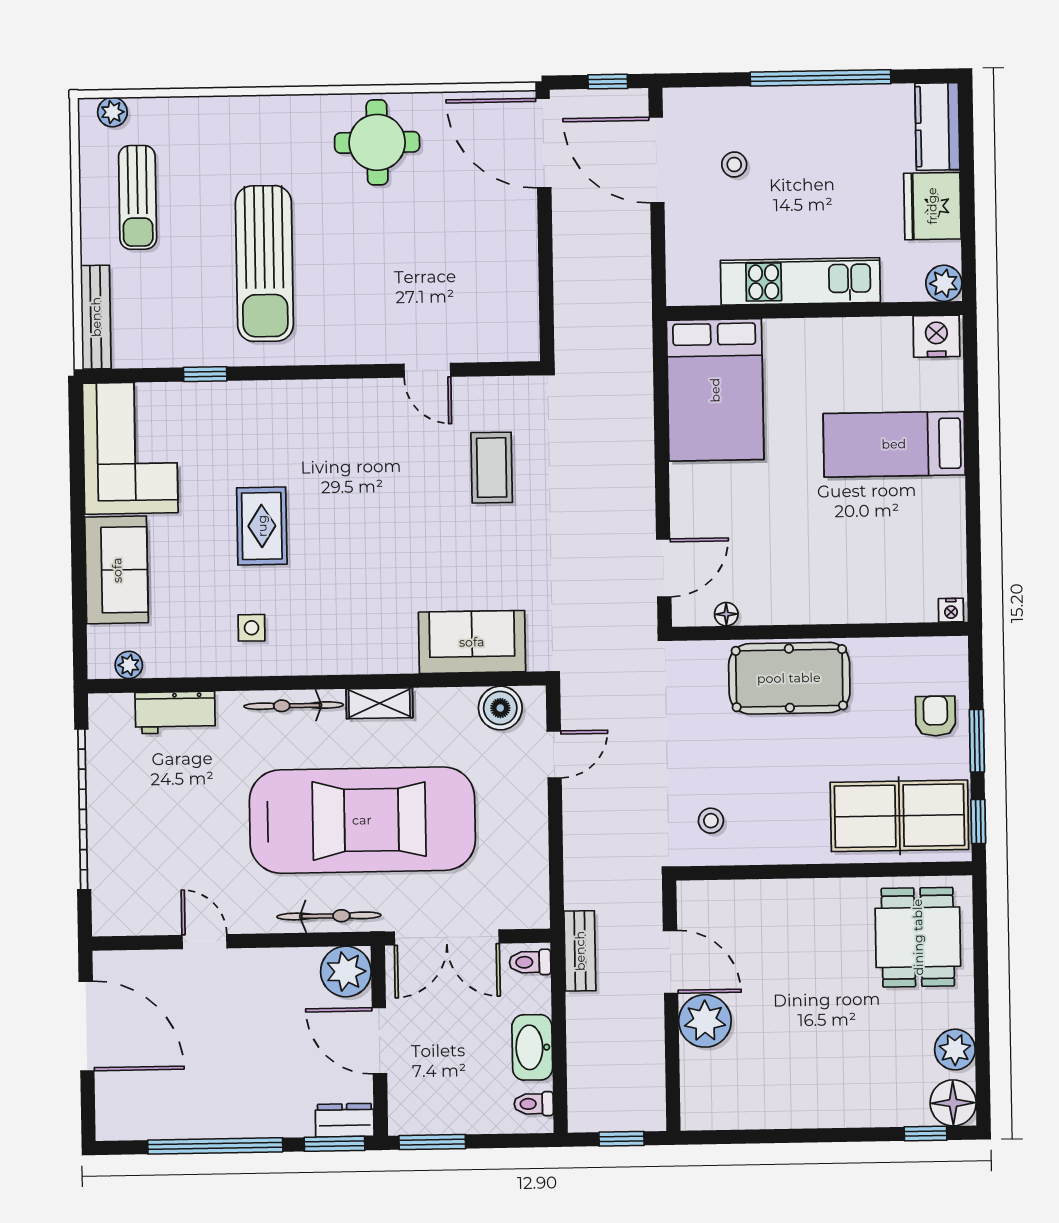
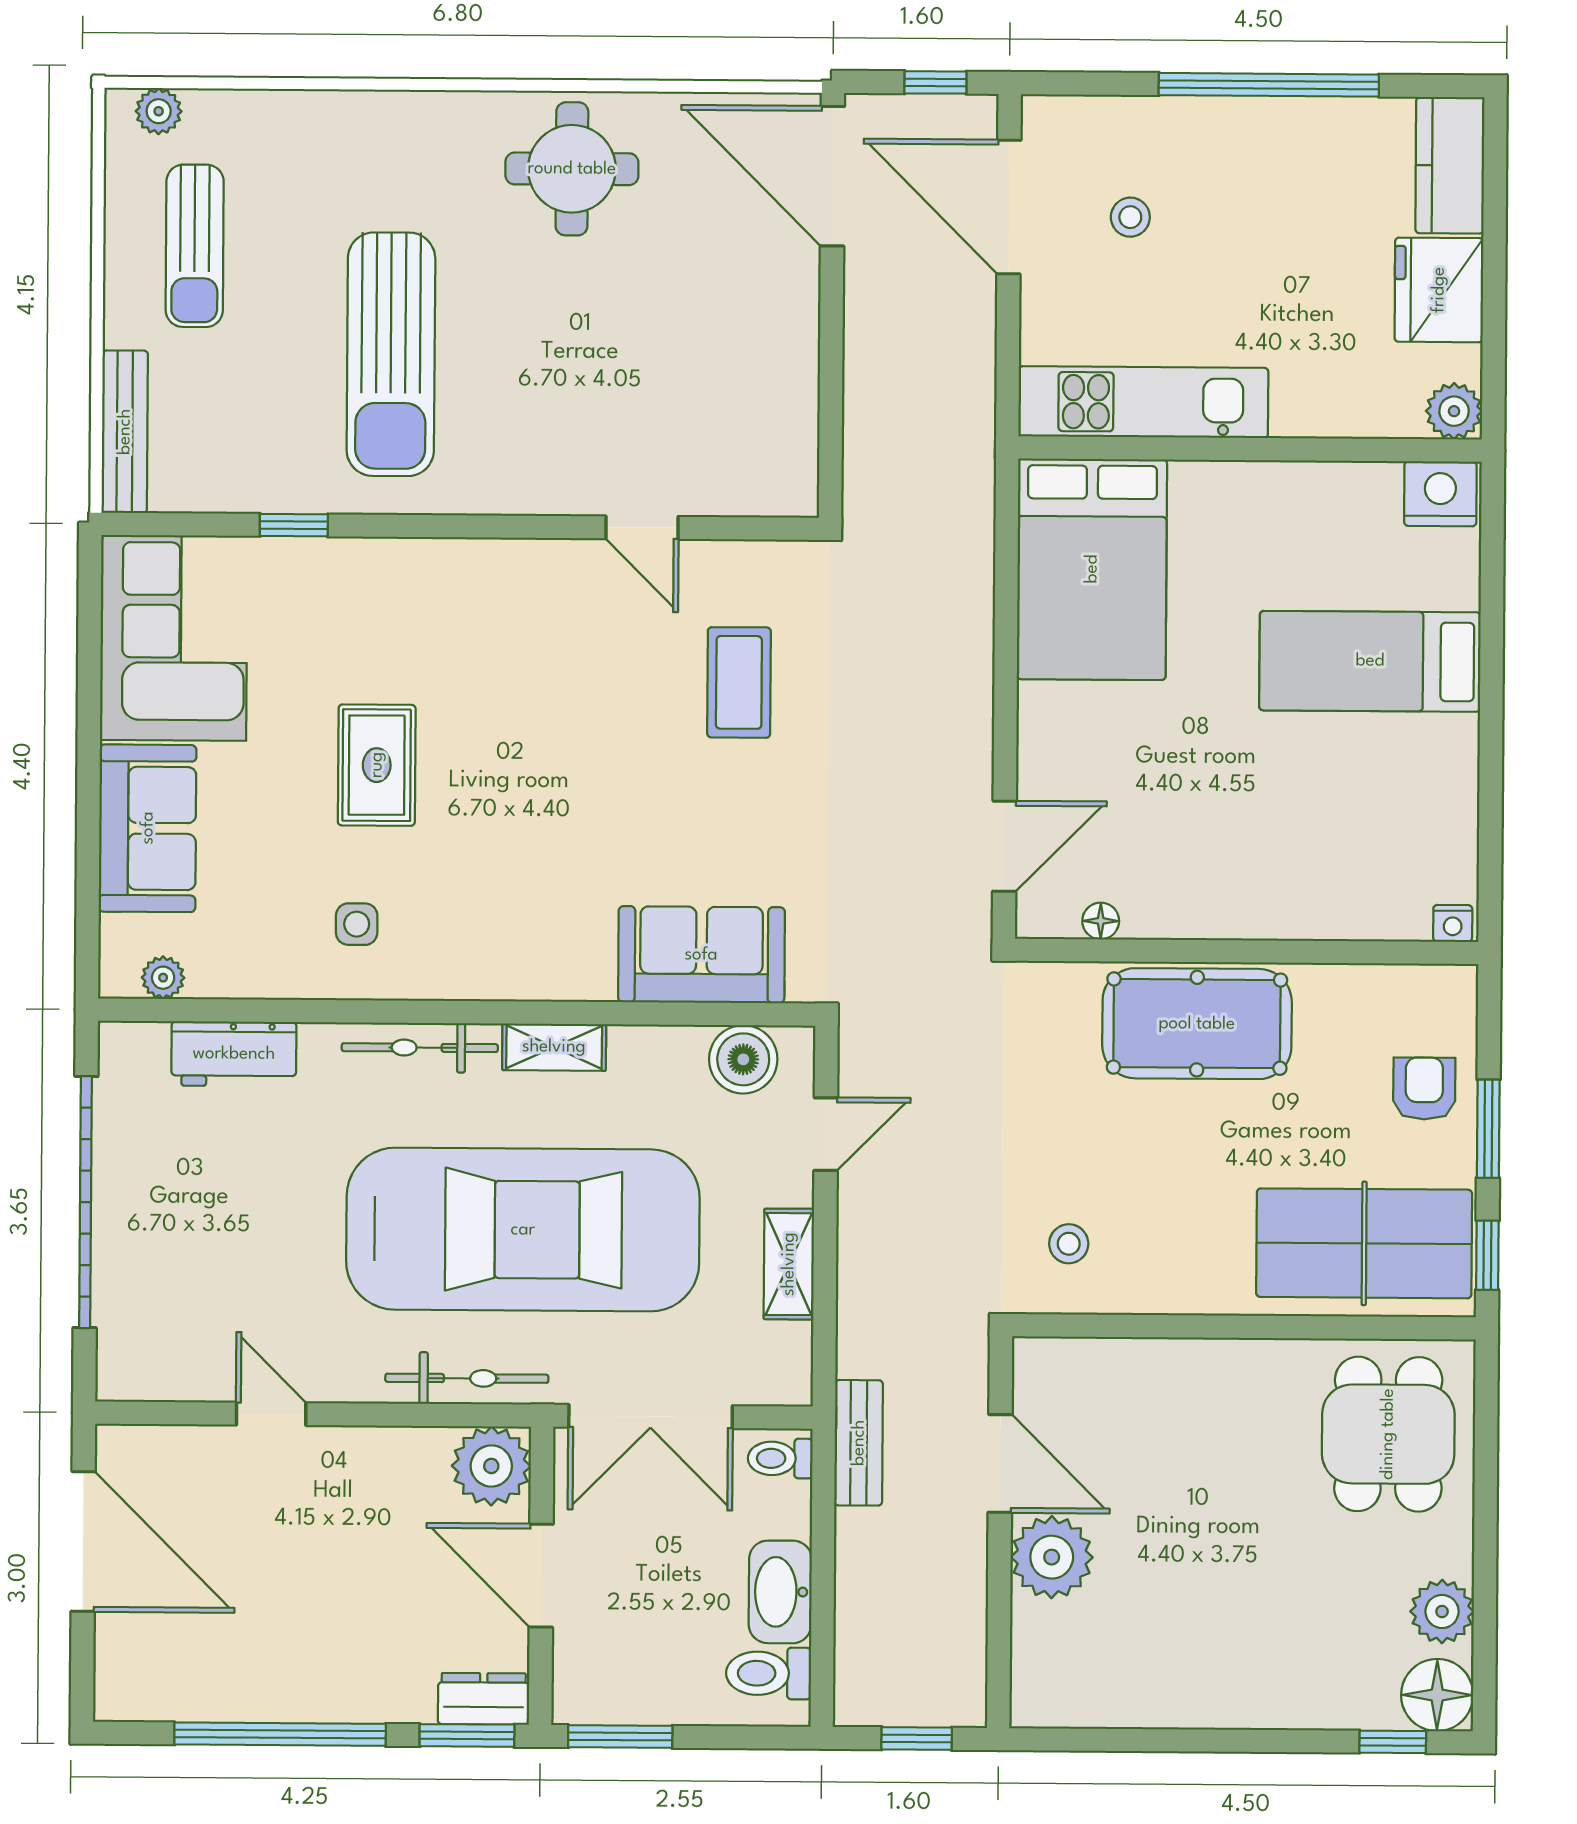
kitchen unit: (800, 281) -> (1143, 402), moved
shelving: (533, 838) -> (789, 1264), added
toilet: (534, 1104) -> (769, 1673), width x1.37, depth x1.39

